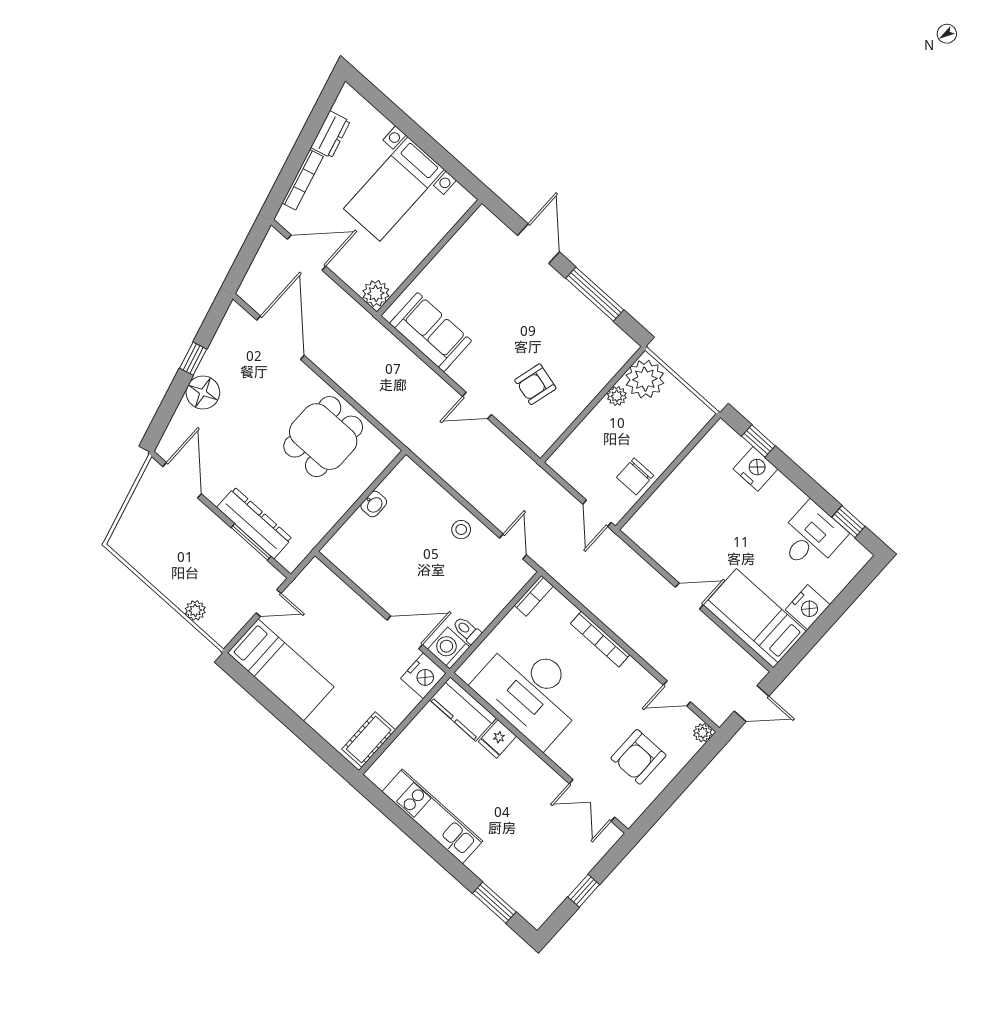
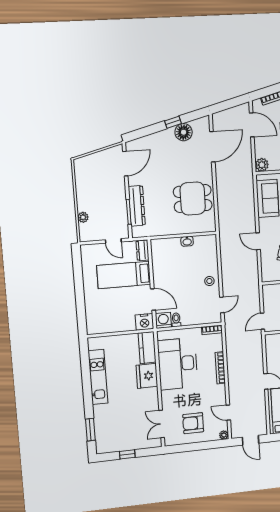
floor lamp: (203, 393) -> (184, 132), moved
dresser: (323, 577) -> (143, 250), added
bed: (281, 670) -> (124, 275), moved, turned 90
fridge: (497, 739) -> (147, 376), width x1.88, depth x1.34
cot: (369, 740) -> (102, 327), removed

